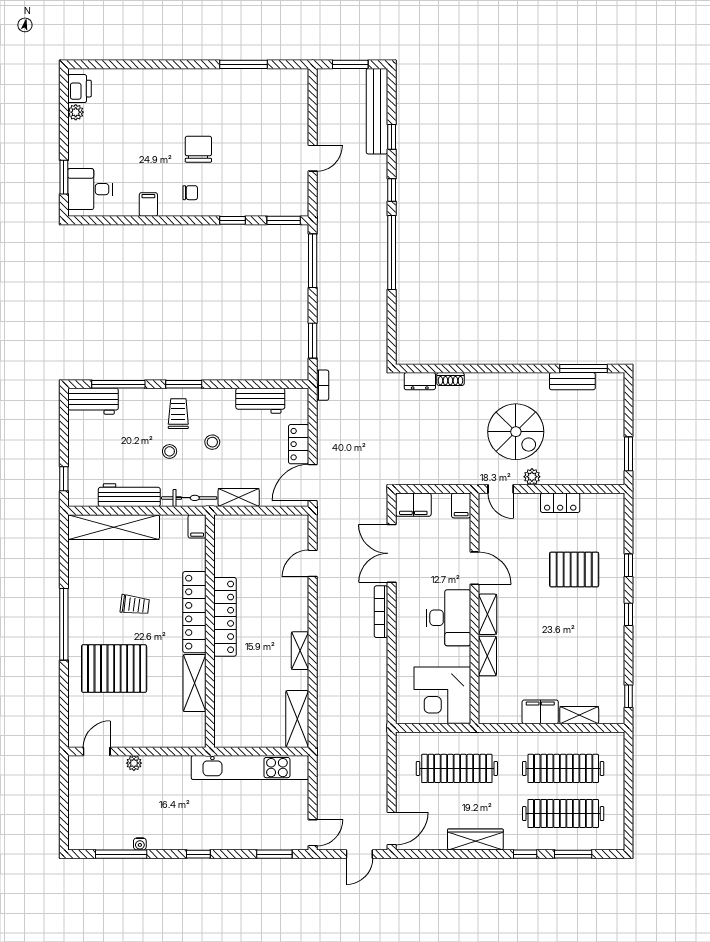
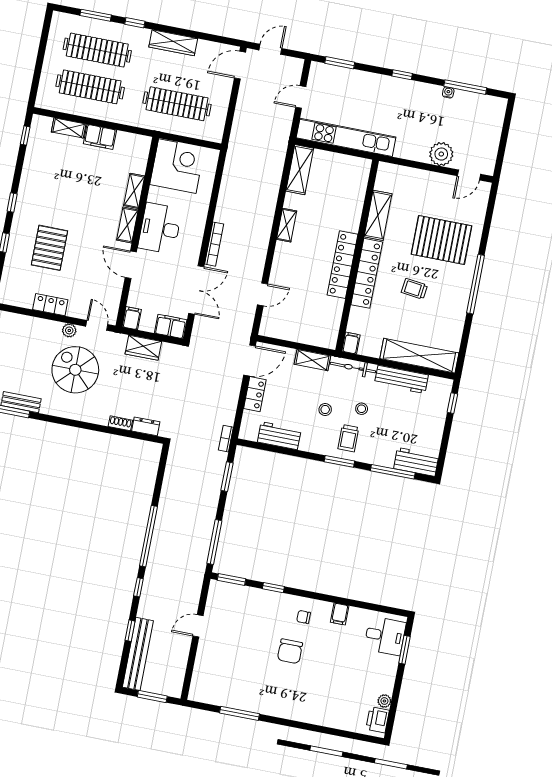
wardrobe: (441, 473) -> (143, 348), added
pallet: (574, 569) -> (49, 248), turned 90
plant: (134, 763) -> (441, 154), width x1.87, depth x1.87
door: (313, 833) -> (301, 97), moved

